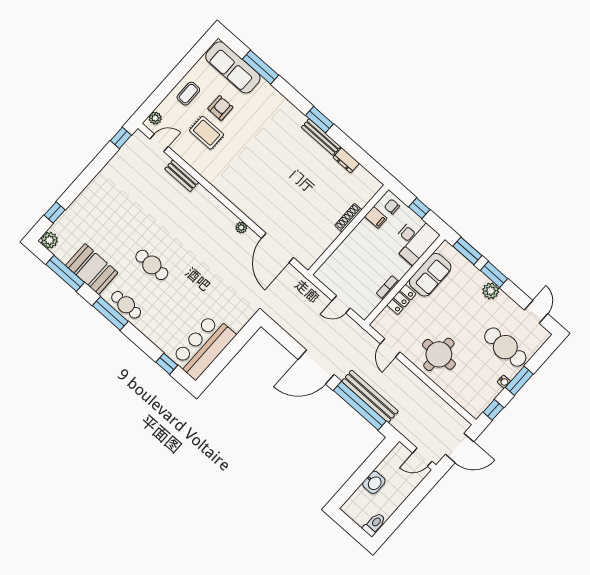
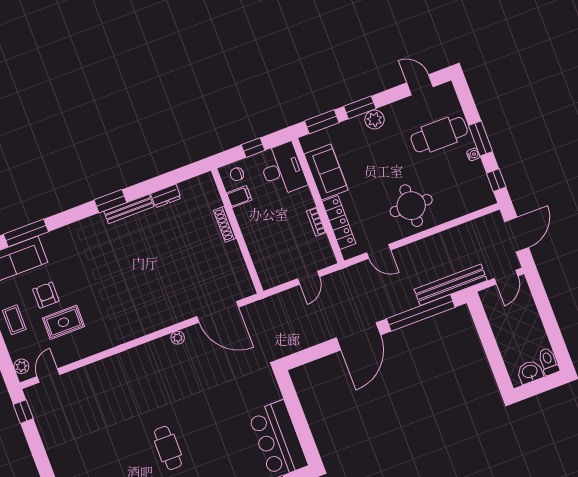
bench: (182, 176) -> (94, 370), removed
cafe table: (152, 265) -> (168, 448), turned 90
locker: (401, 299) -> (339, 223), width x1.53
bench: (370, 396) -> (451, 285), moved
washbasin: (374, 482) -> (530, 372), moved, turned -90

